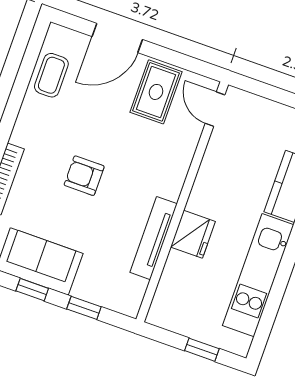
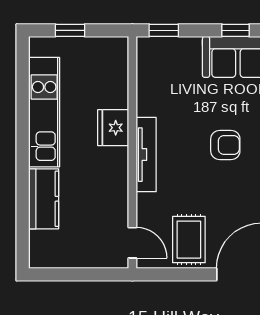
tv unit: (154, 238) -> (146, 155), moved
window: (84, 308) -> (164, 30), moved

